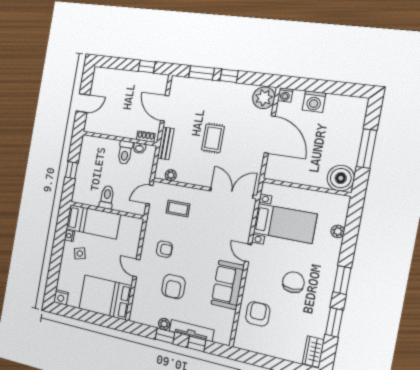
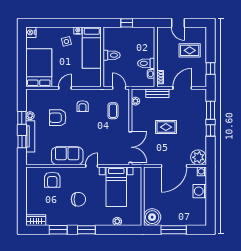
rug: (119, 92) -> (190, 50), added
armchair: (258, 314) -> (52, 180), turned 90

